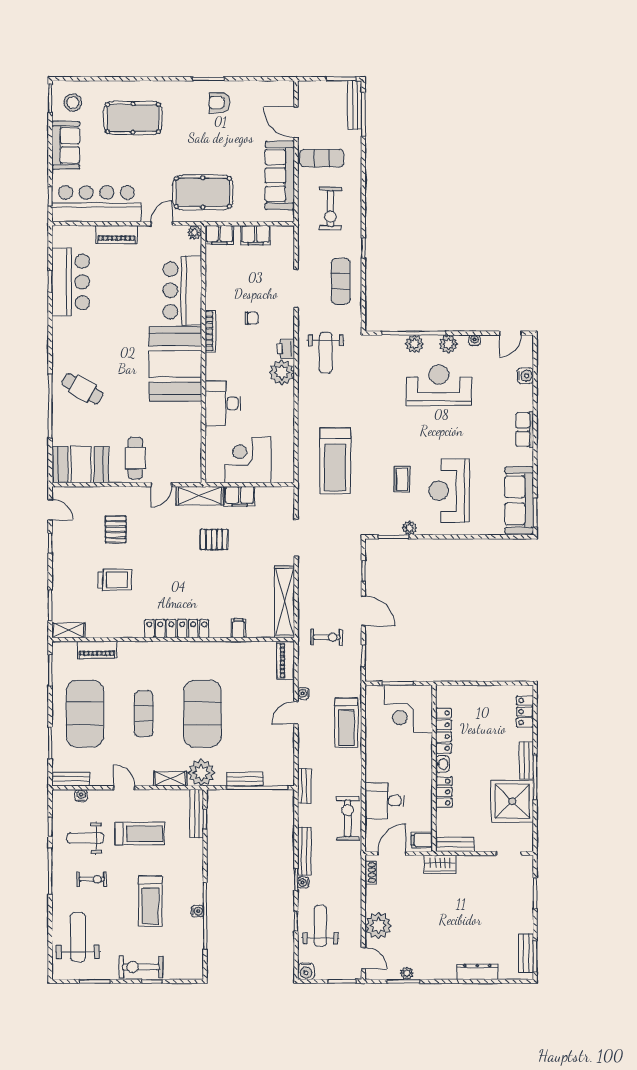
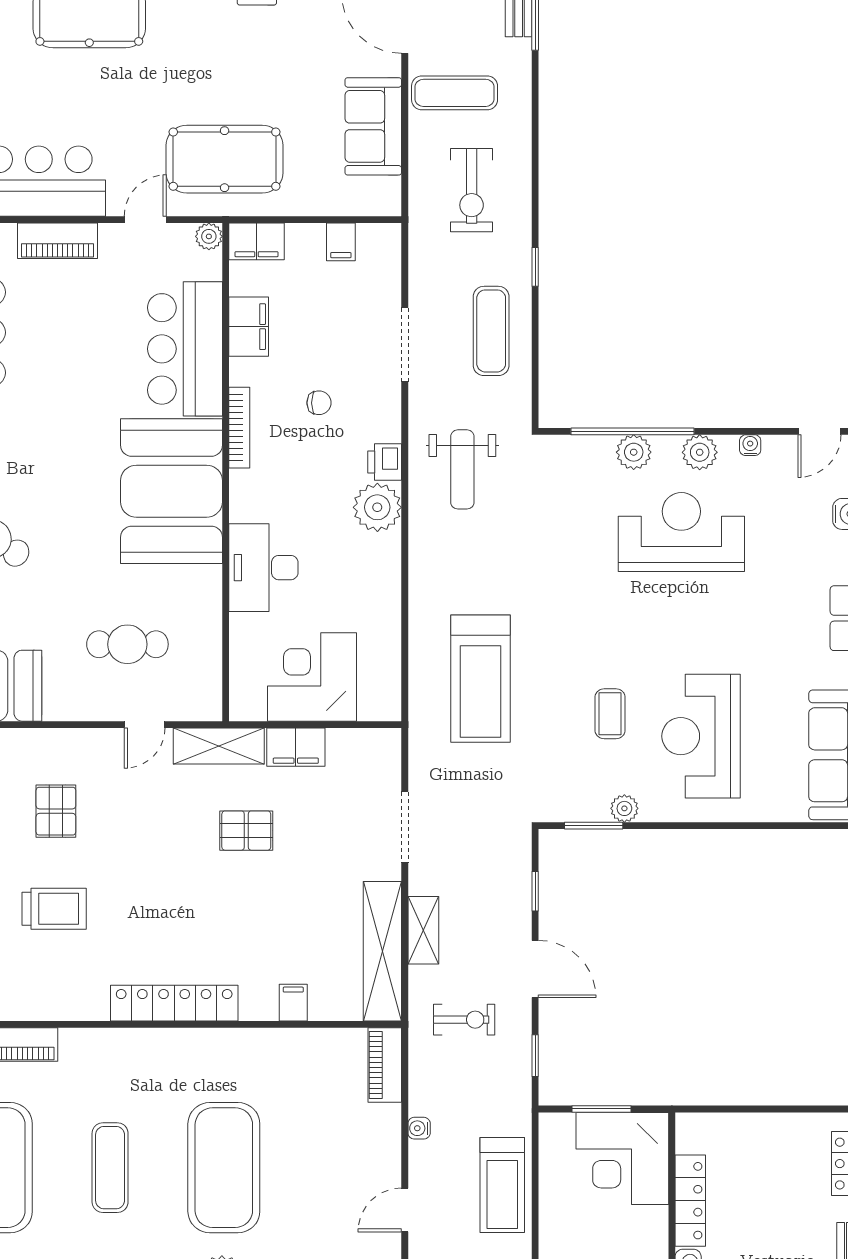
sofa: (280, 175) -> (373, 126), width x0.73
filing cabinet: (256, 235) -> (341, 242), width x0.50
filing cabinet: (215, 279) -> (249, 327), added
cafe table: (135, 458) -> (127, 644), moved, turned 90
shelving: (306, 591) -> (423, 930), added
door: (296, 713) -> (405, 1210), moved

